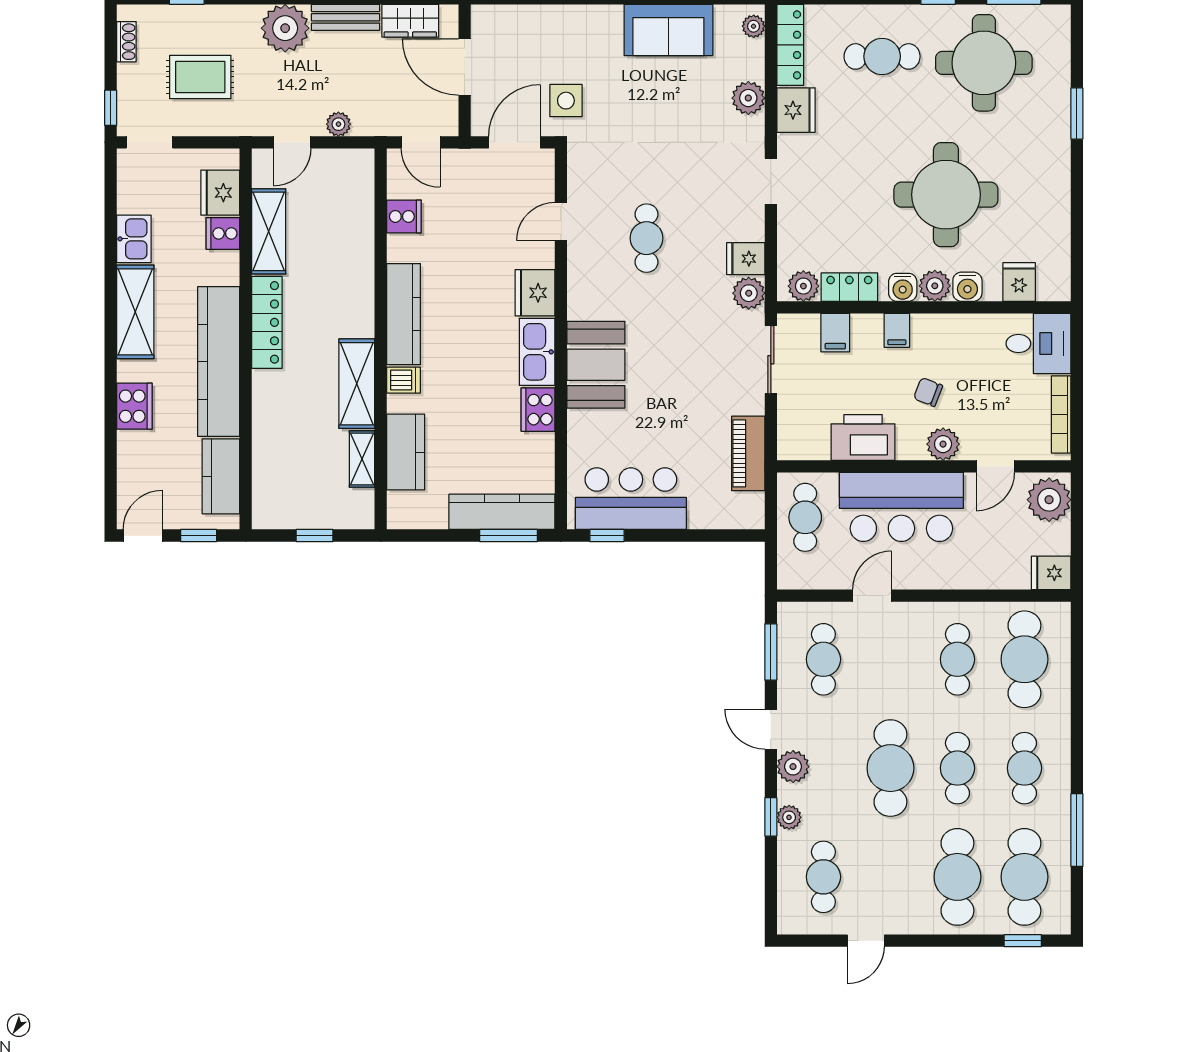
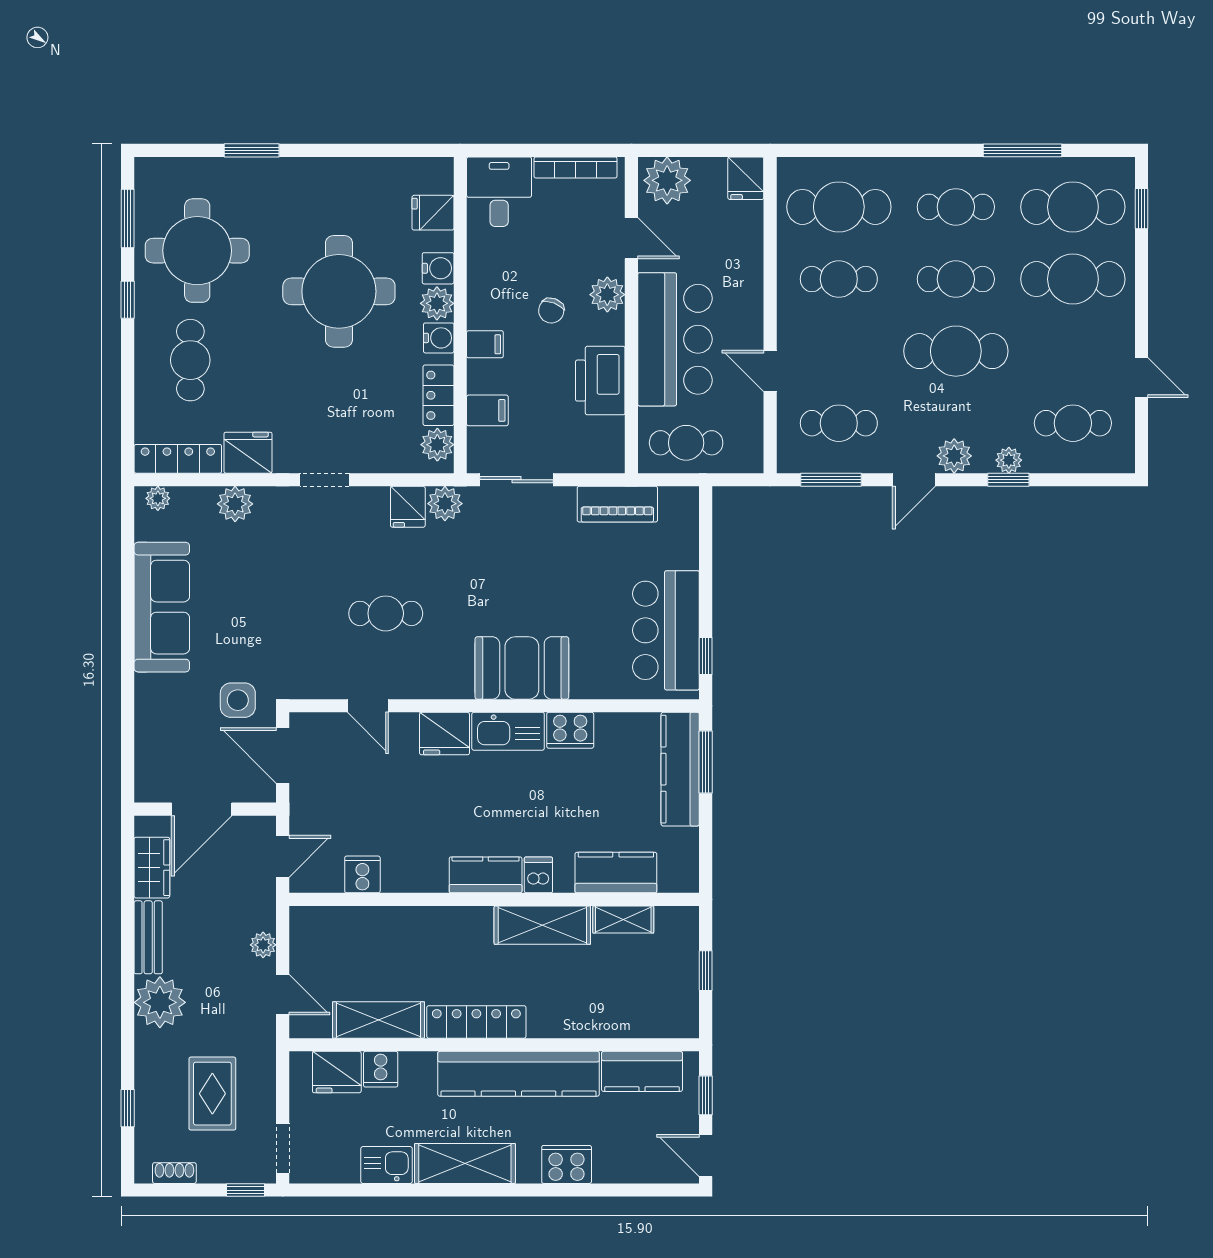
sofa: (668, 30) -> (162, 607), width x1.36
kitchen counter: (404, 314) -> (486, 875), width x0.67

